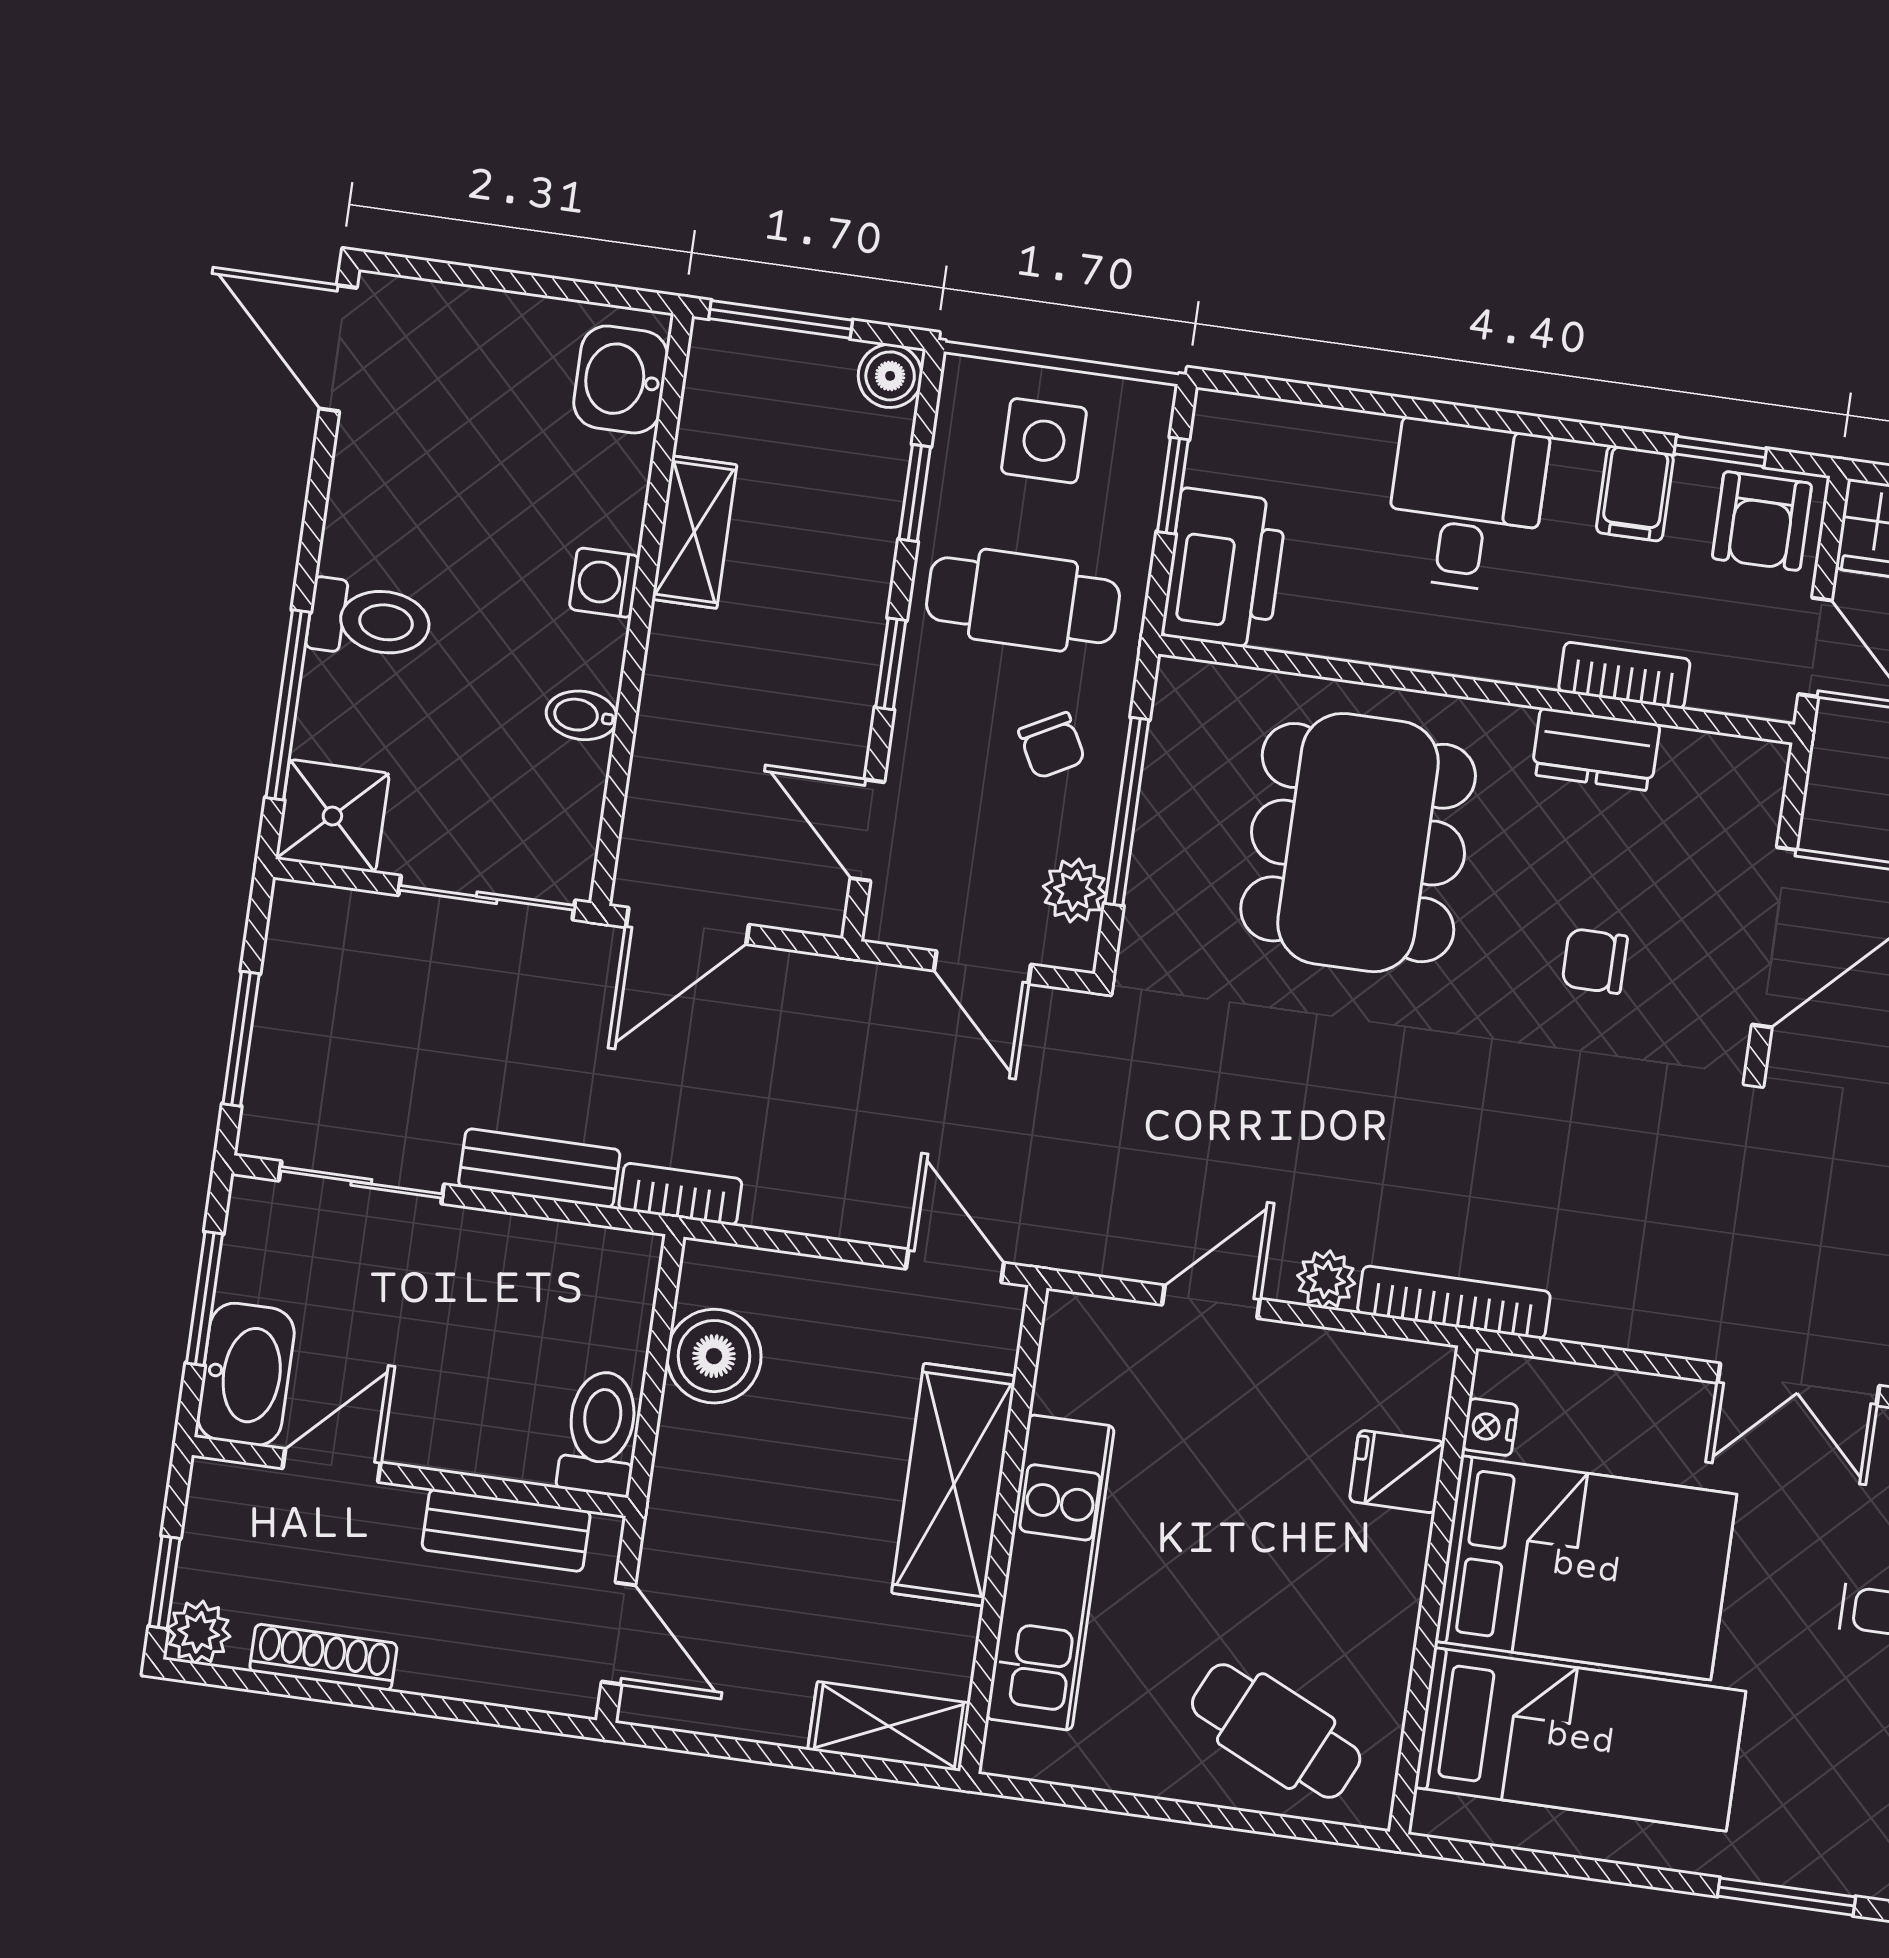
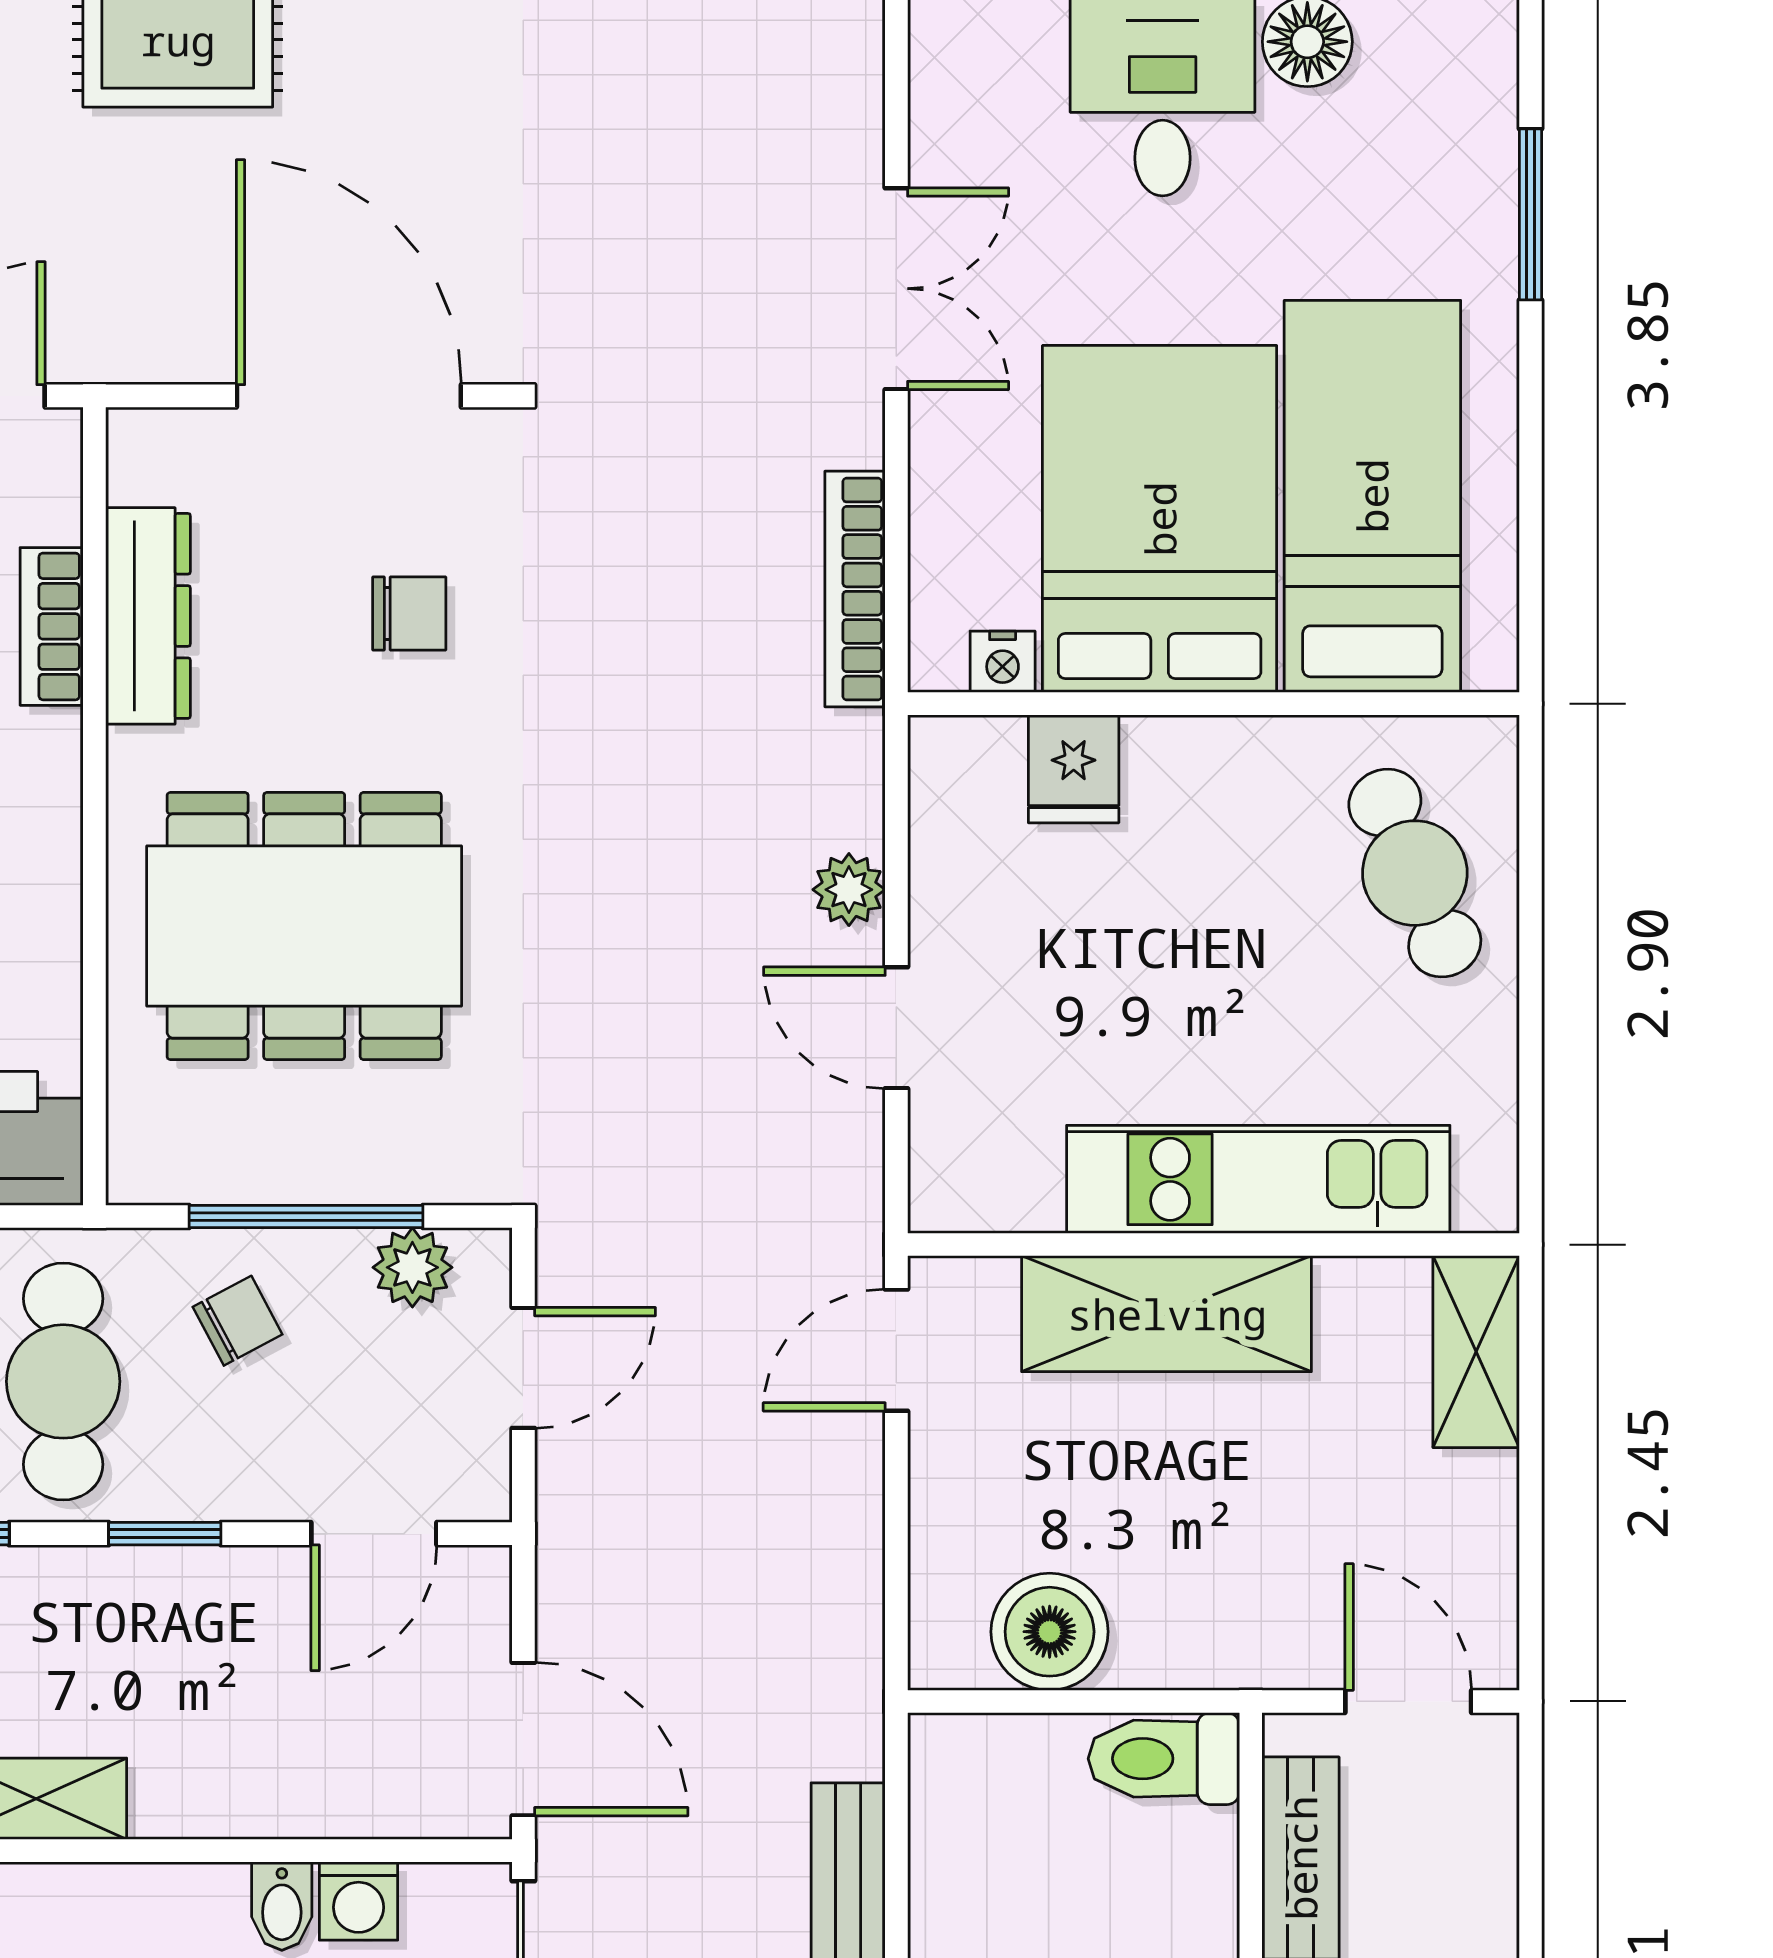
washing machine: (604, 583) -> (359, 1901), moved
dresser: (1596, 749) -> (148, 616), width x1.44
chair: (1595, 961) -> (409, 613), turned -90
bookcase: (680, 1194) -> (856, 1701), removed
bookcase: (1454, 1302) -> (855, 589), moved
door: (618, 1633) -> (1408, 1701), hinge flipped
cafe table: (1276, 1731) -> (1415, 873), turned -48

